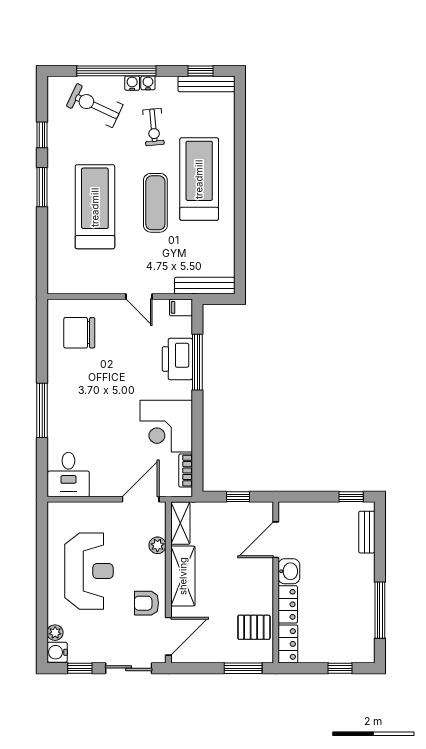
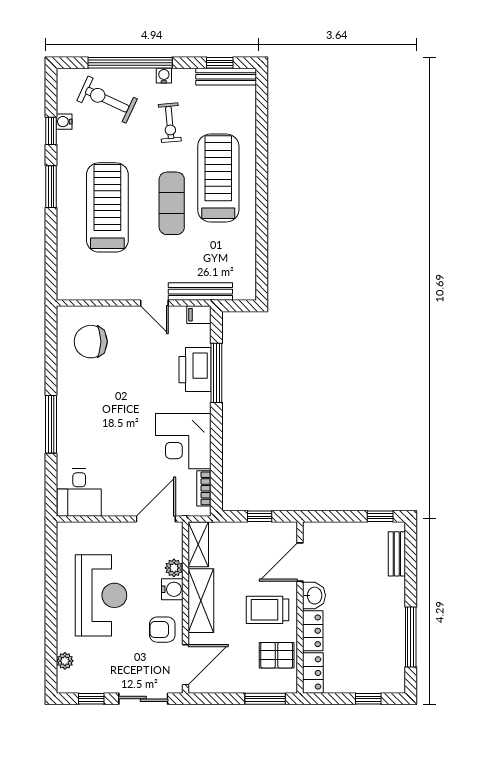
water cooler: (132, 83) -> (64, 122), moved, turned -90
bench: (205, 286) -> (200, 292), moved
trolley: (245, 585) -> (267, 610), added
water cooler: (57, 652) -> (172, 589), moved, turned 180

